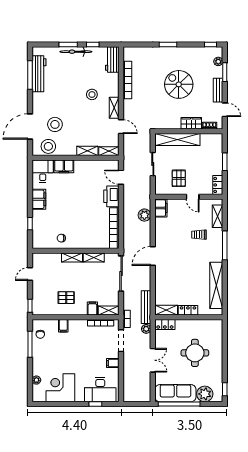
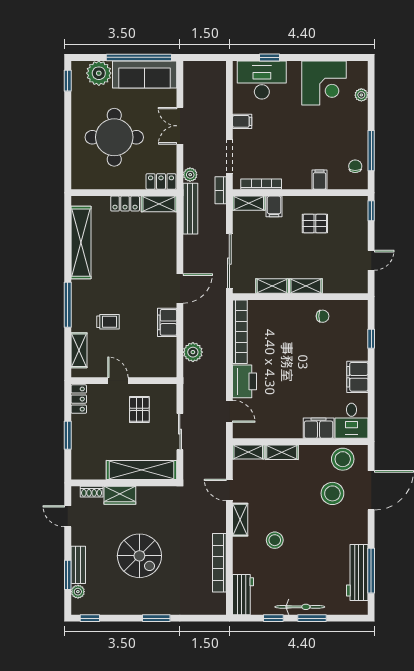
bench: (218, 90) -> (78, 565), moved
filing cabinet: (161, 208) -> (167, 322), moved
round table: (195, 353) -> (114, 137), width x1.36, depth x1.36

